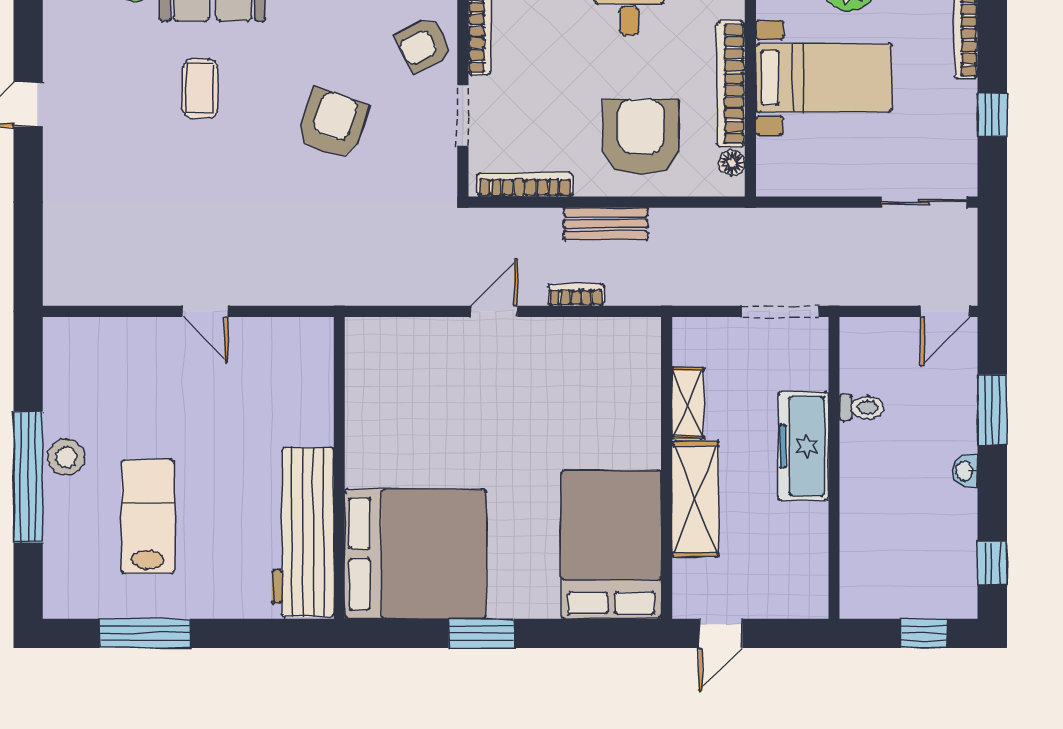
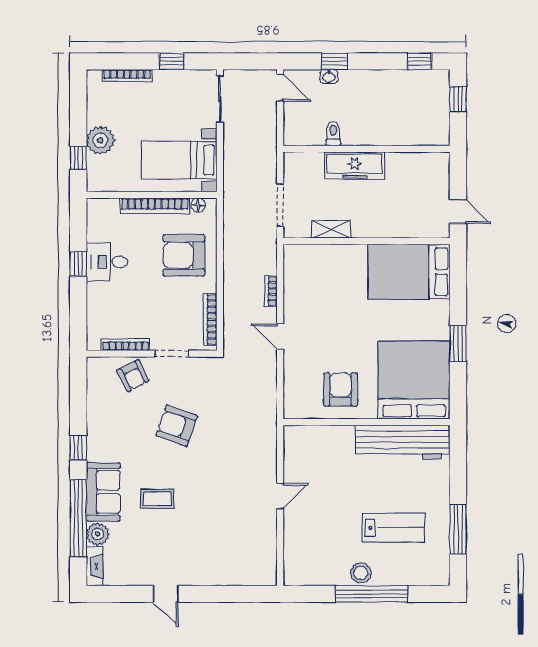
bed with nightstands: (824, 78) -> (179, 160), moved, turned -90
bench: (606, 224) -> (232, 275), removed
doorway: (780, 311) -> (280, 205), moved
window: (992, 410) -> (335, 61), width x0.67
armchair: (398, 421) -> (340, 390), added
washbasin: (965, 471) -> (329, 77), moved
shelving: (695, 499) -> (384, 225), removed
lab bench: (148, 517) -> (394, 528), turned 180

